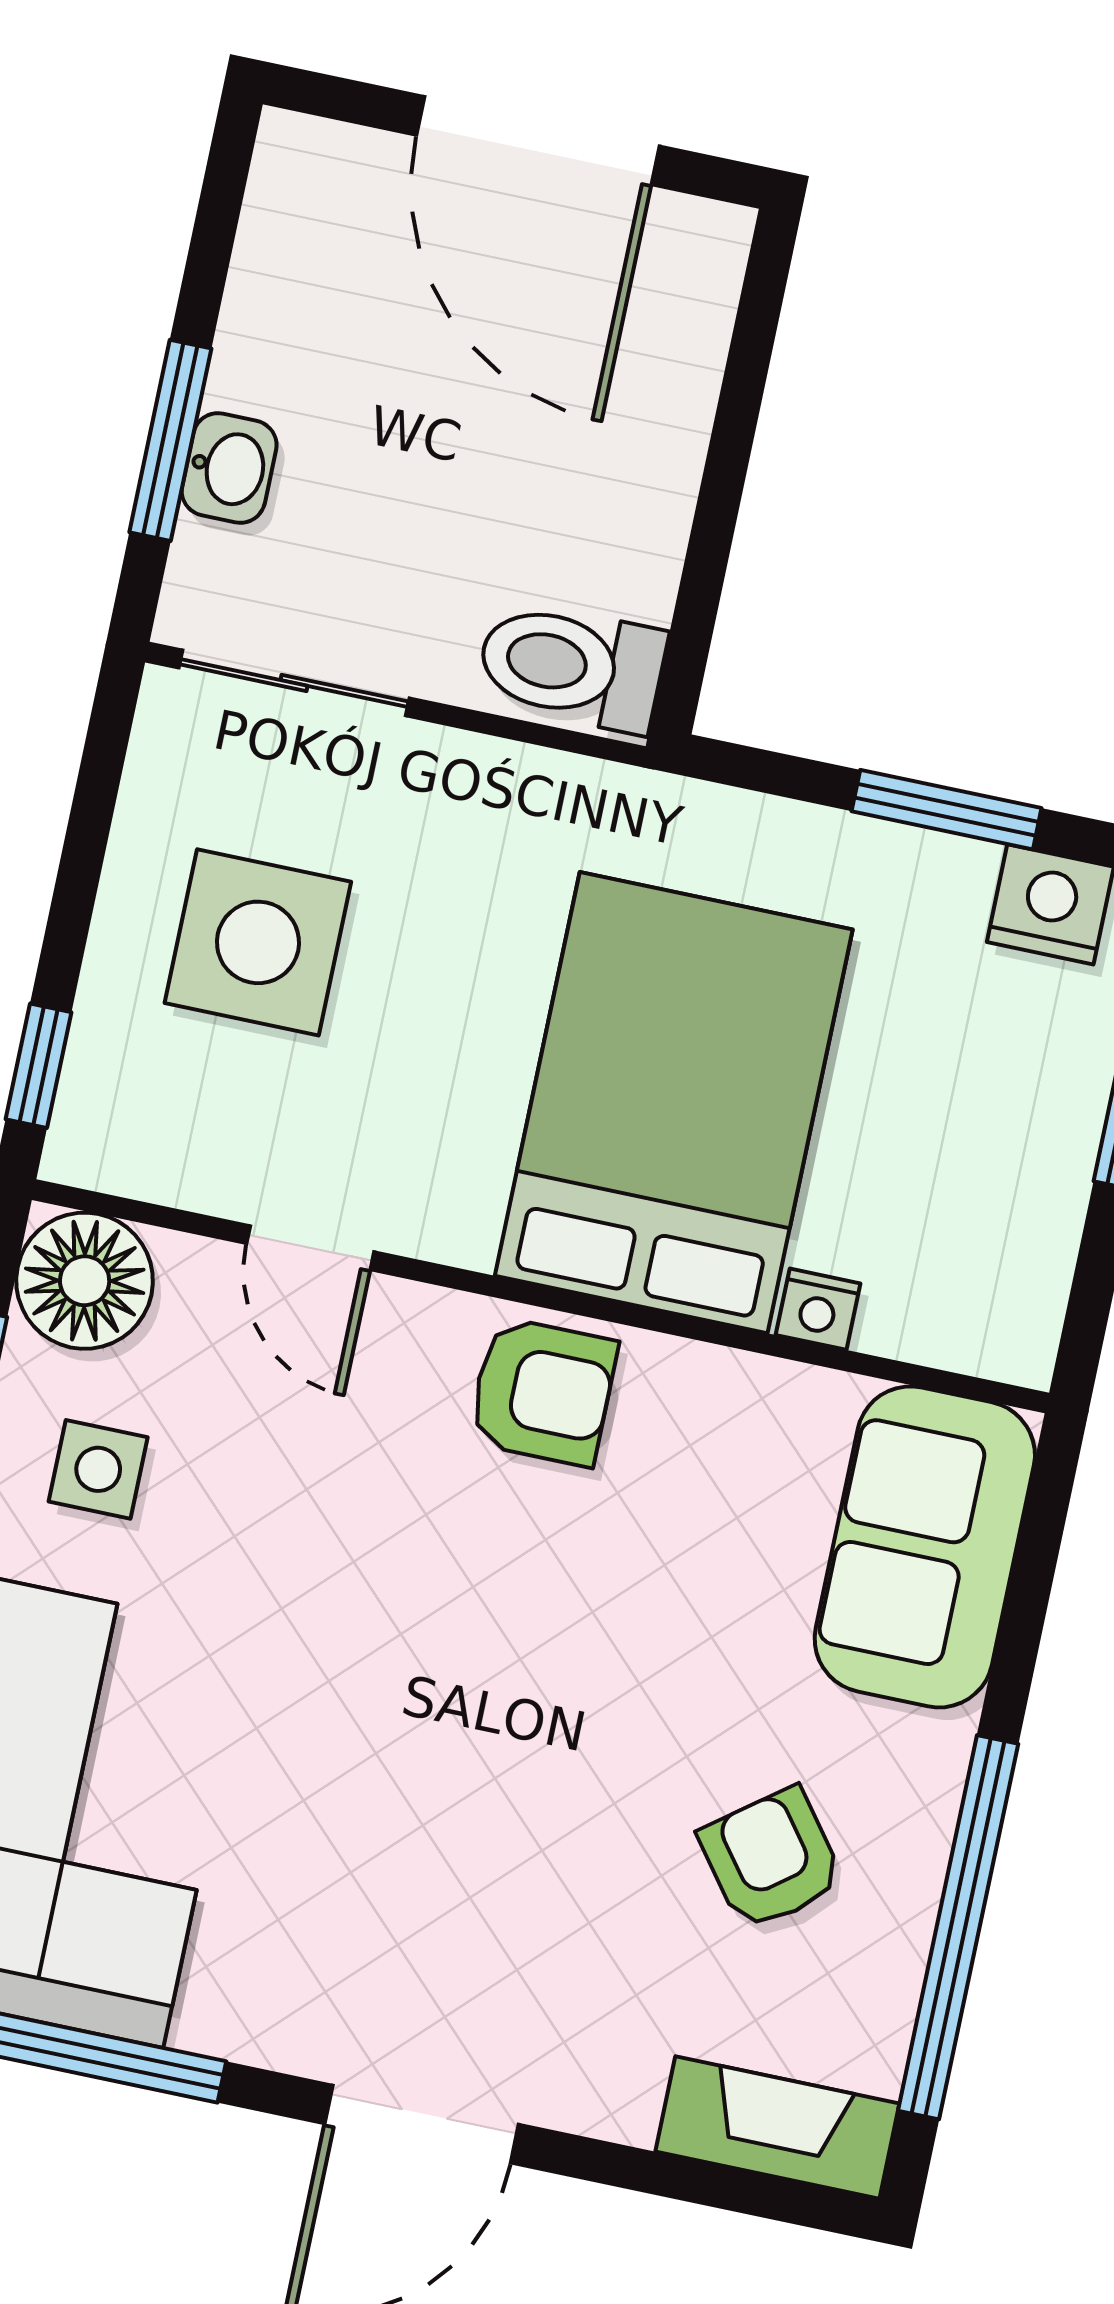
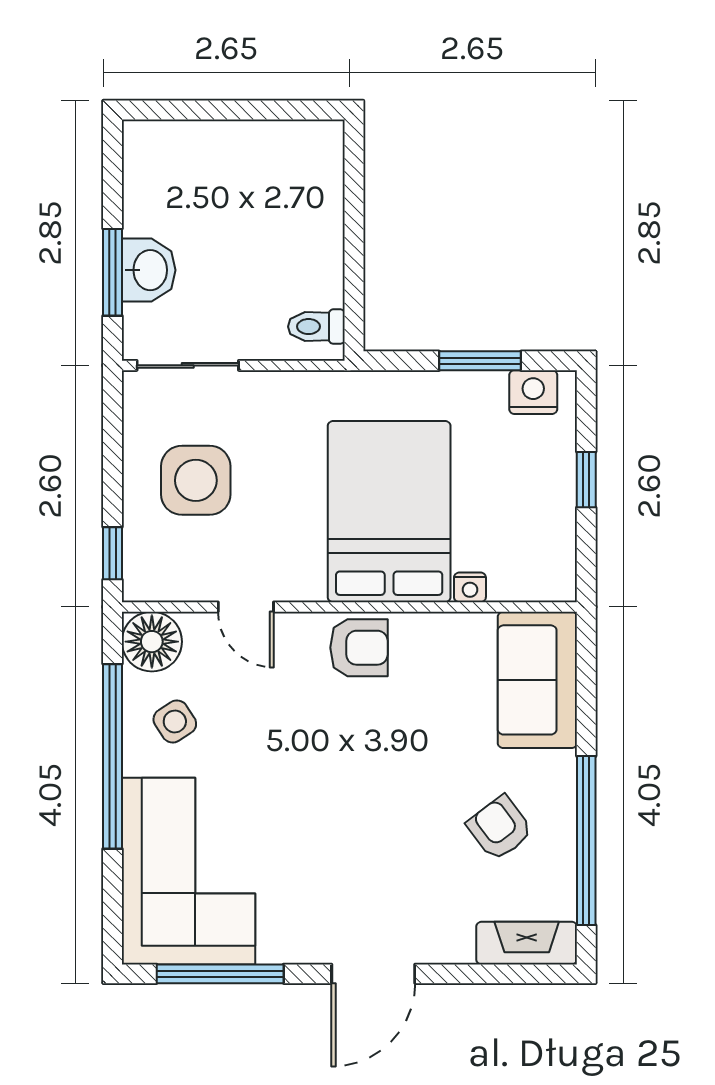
door: (538, 141) -> (243, 110), removed
washbasin: (229, 468) -> (149, 270), width x1.38, depth x1.45
toilet: (571, 666) -> (316, 327), width x0.73, depth x0.72
side table: (98, 1469) -> (175, 721), turned -33

